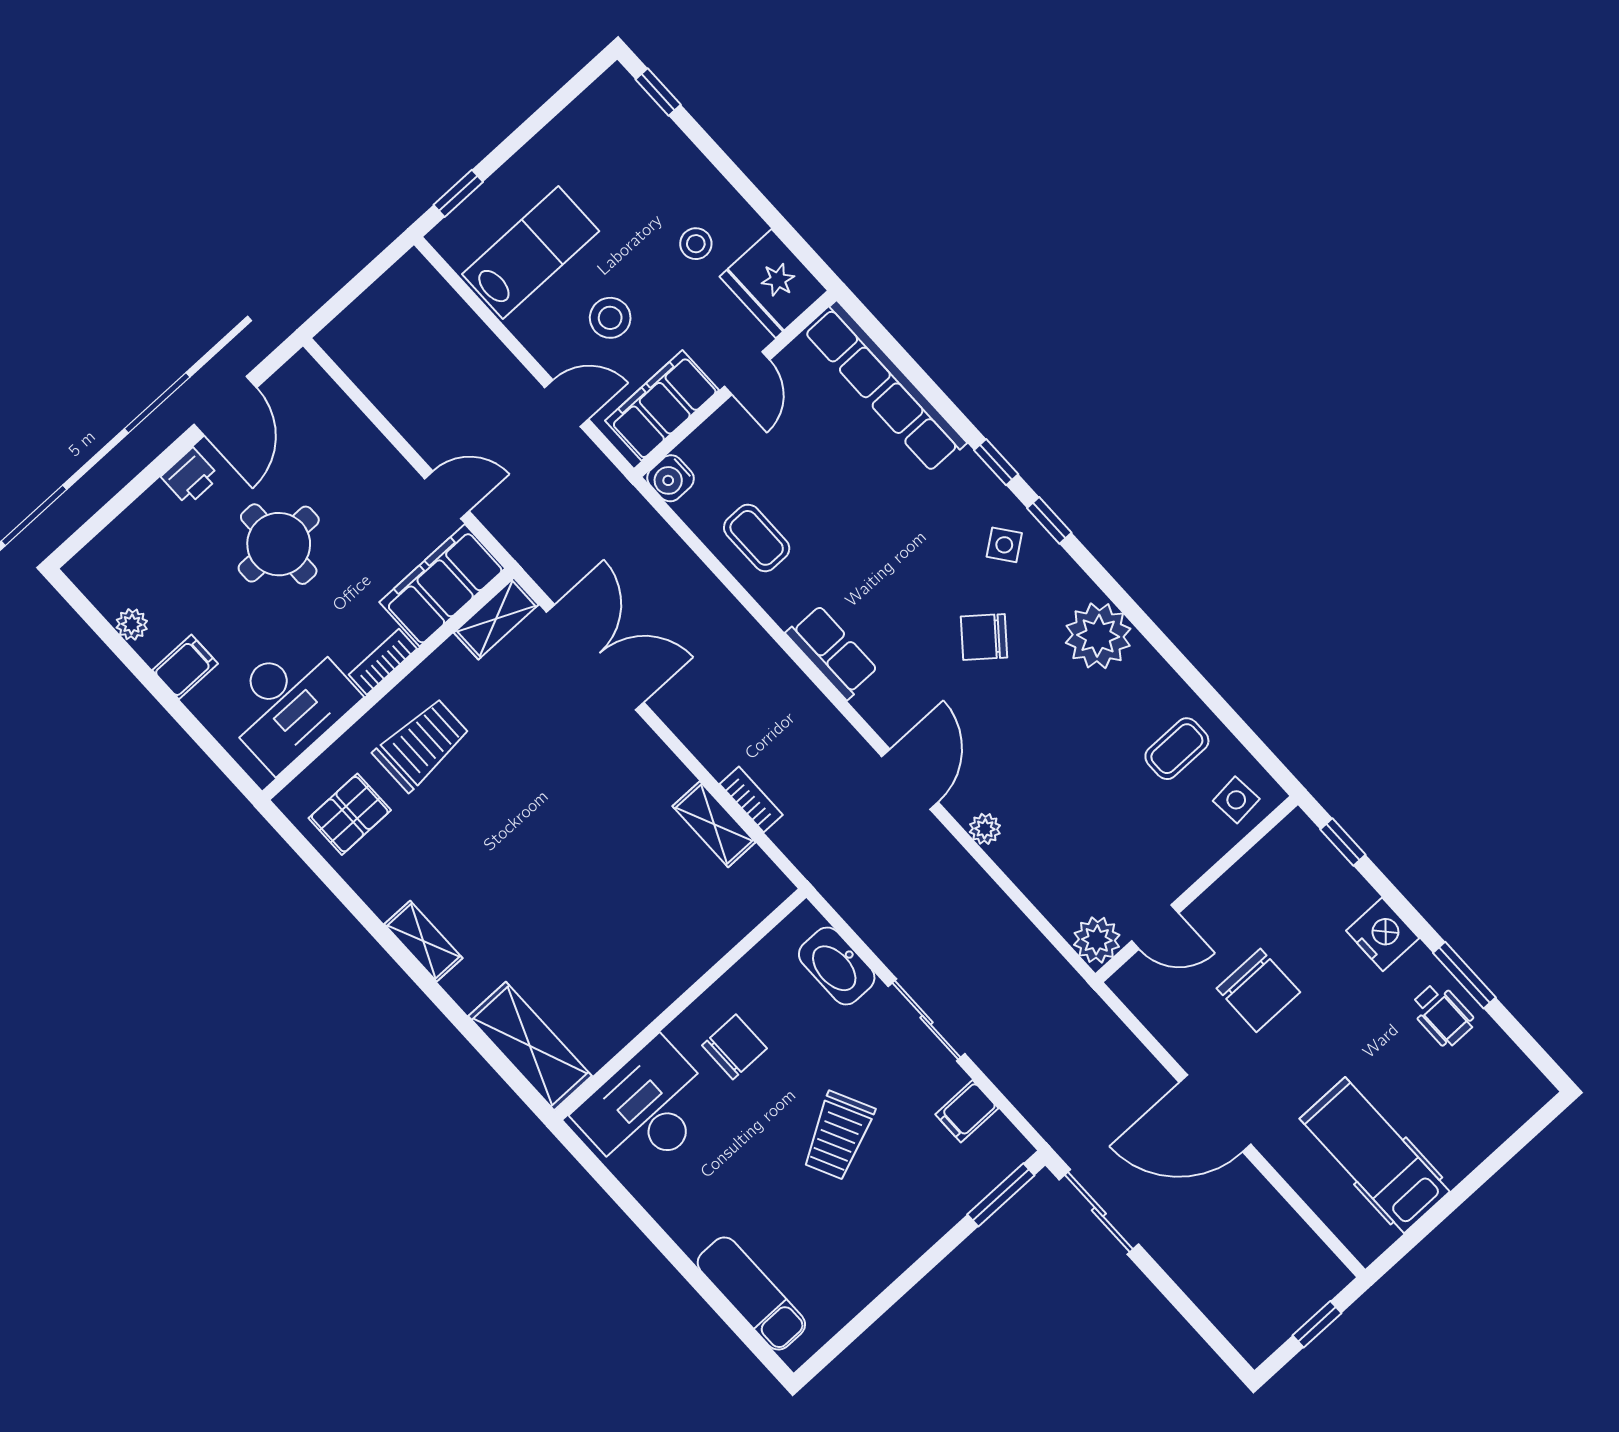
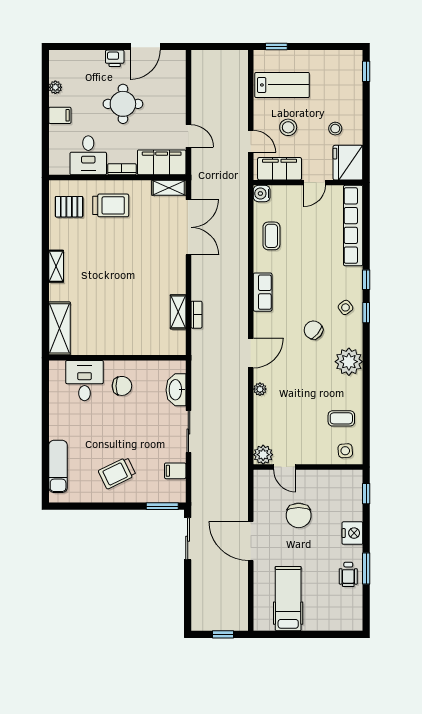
desk: (288, 703) -> (88, 155), width x0.73
desk: (647, 1109) -> (84, 381), width x0.73
trolley: (838, 1136) -> (117, 473), moved

